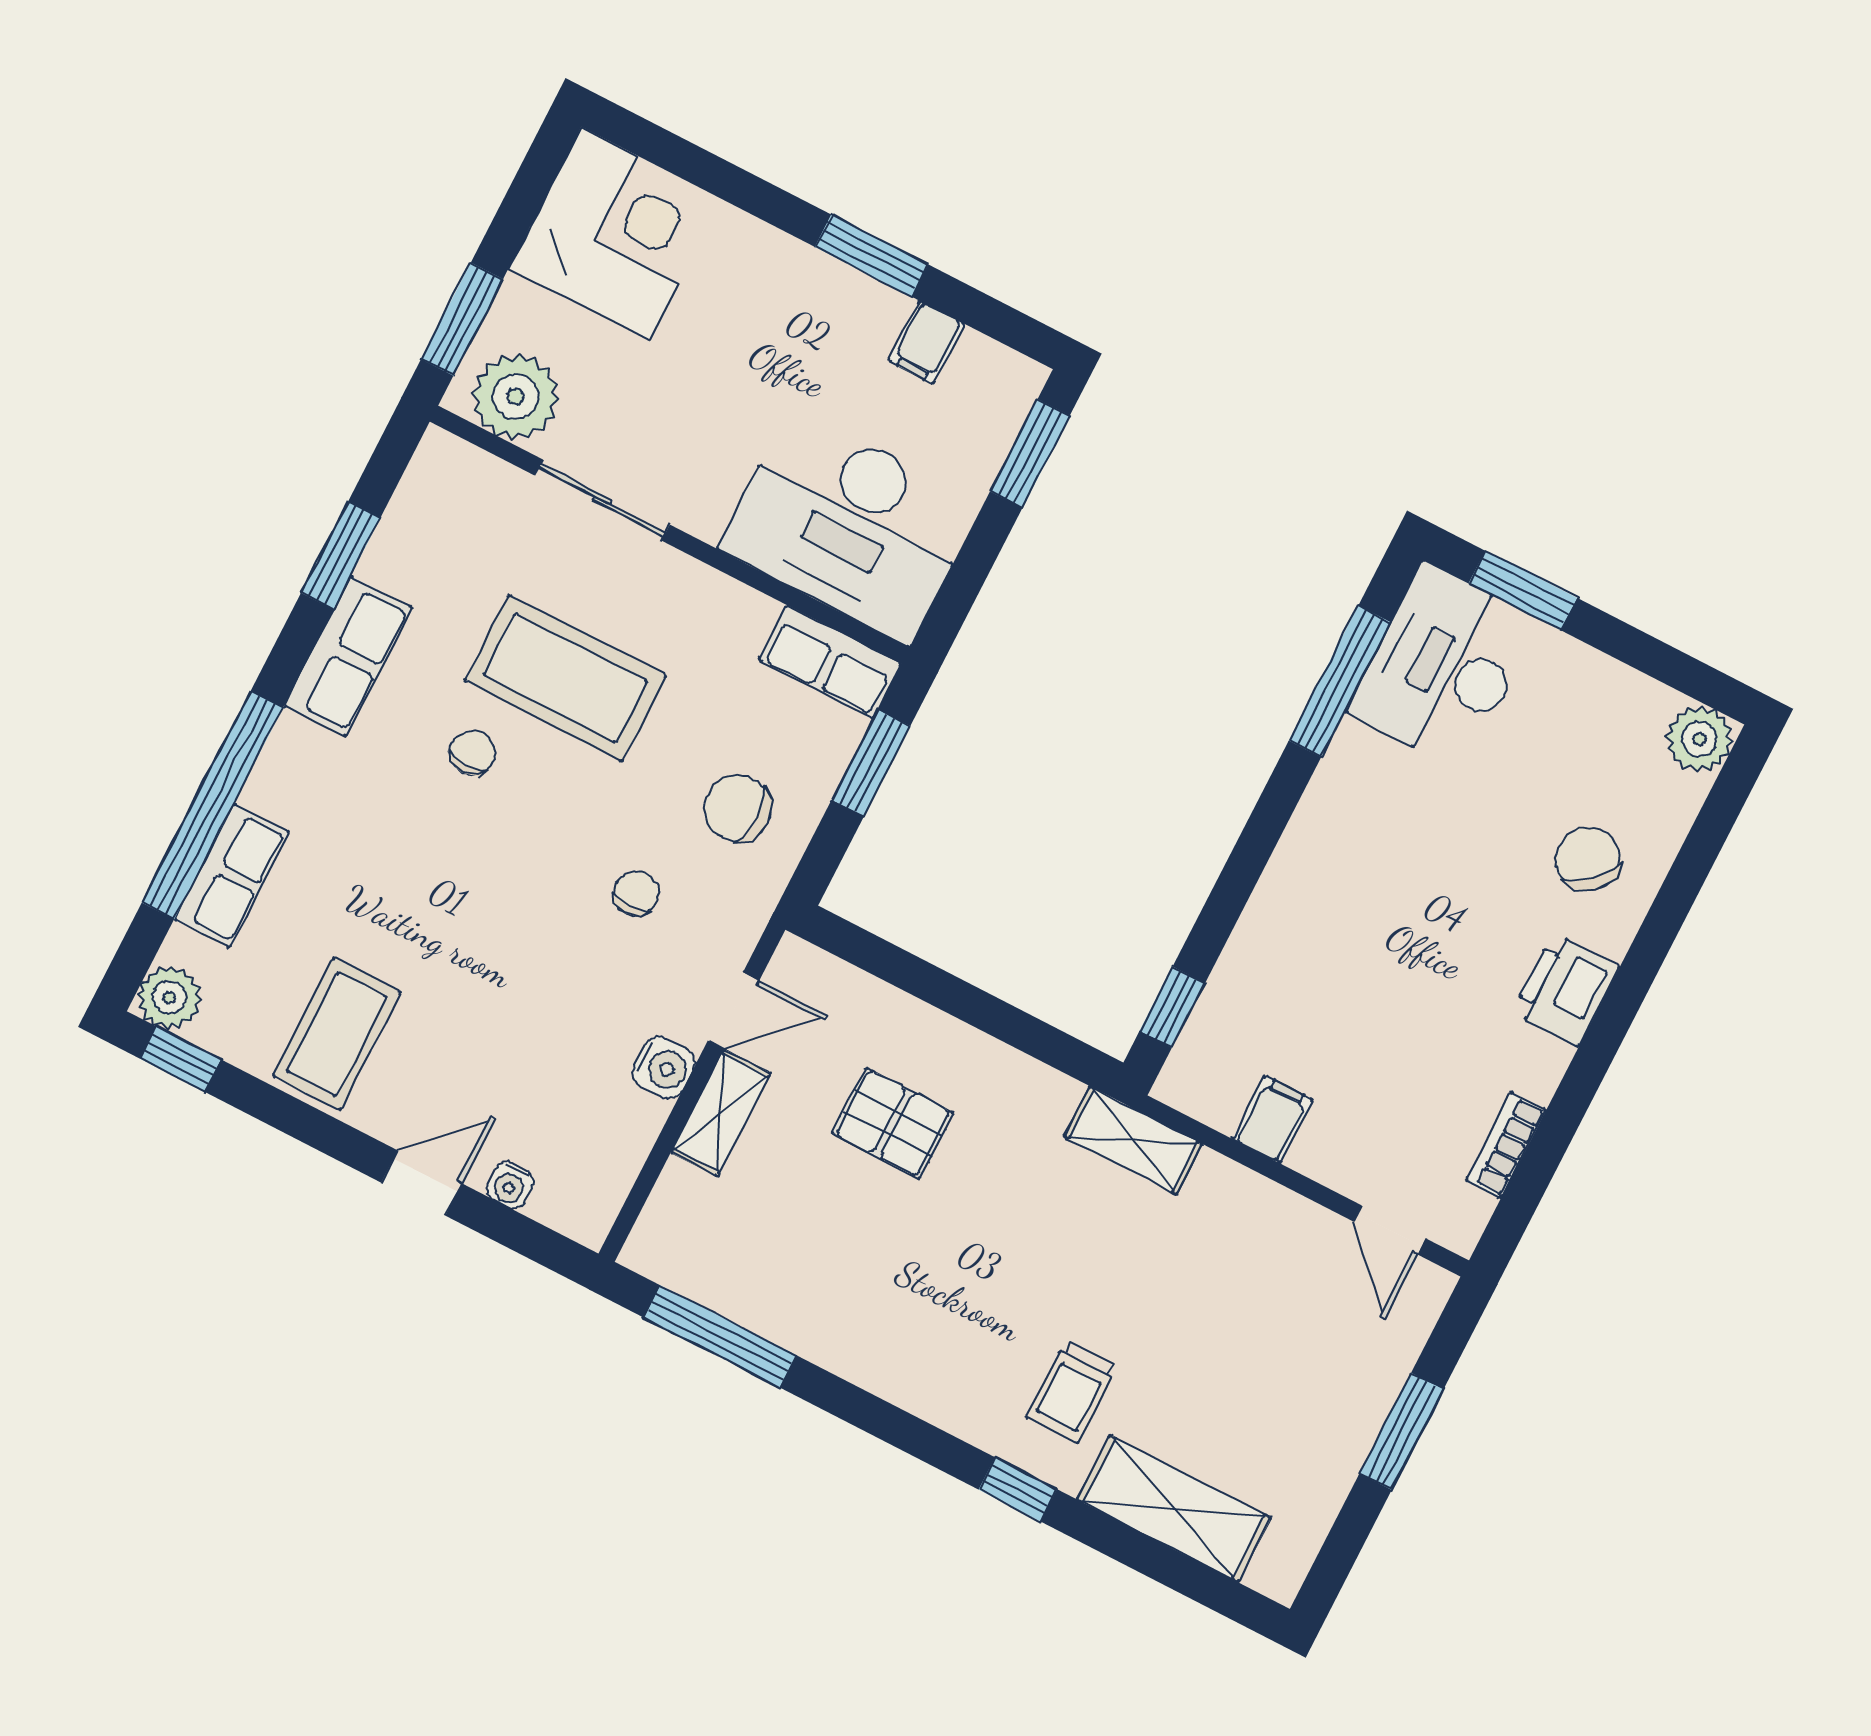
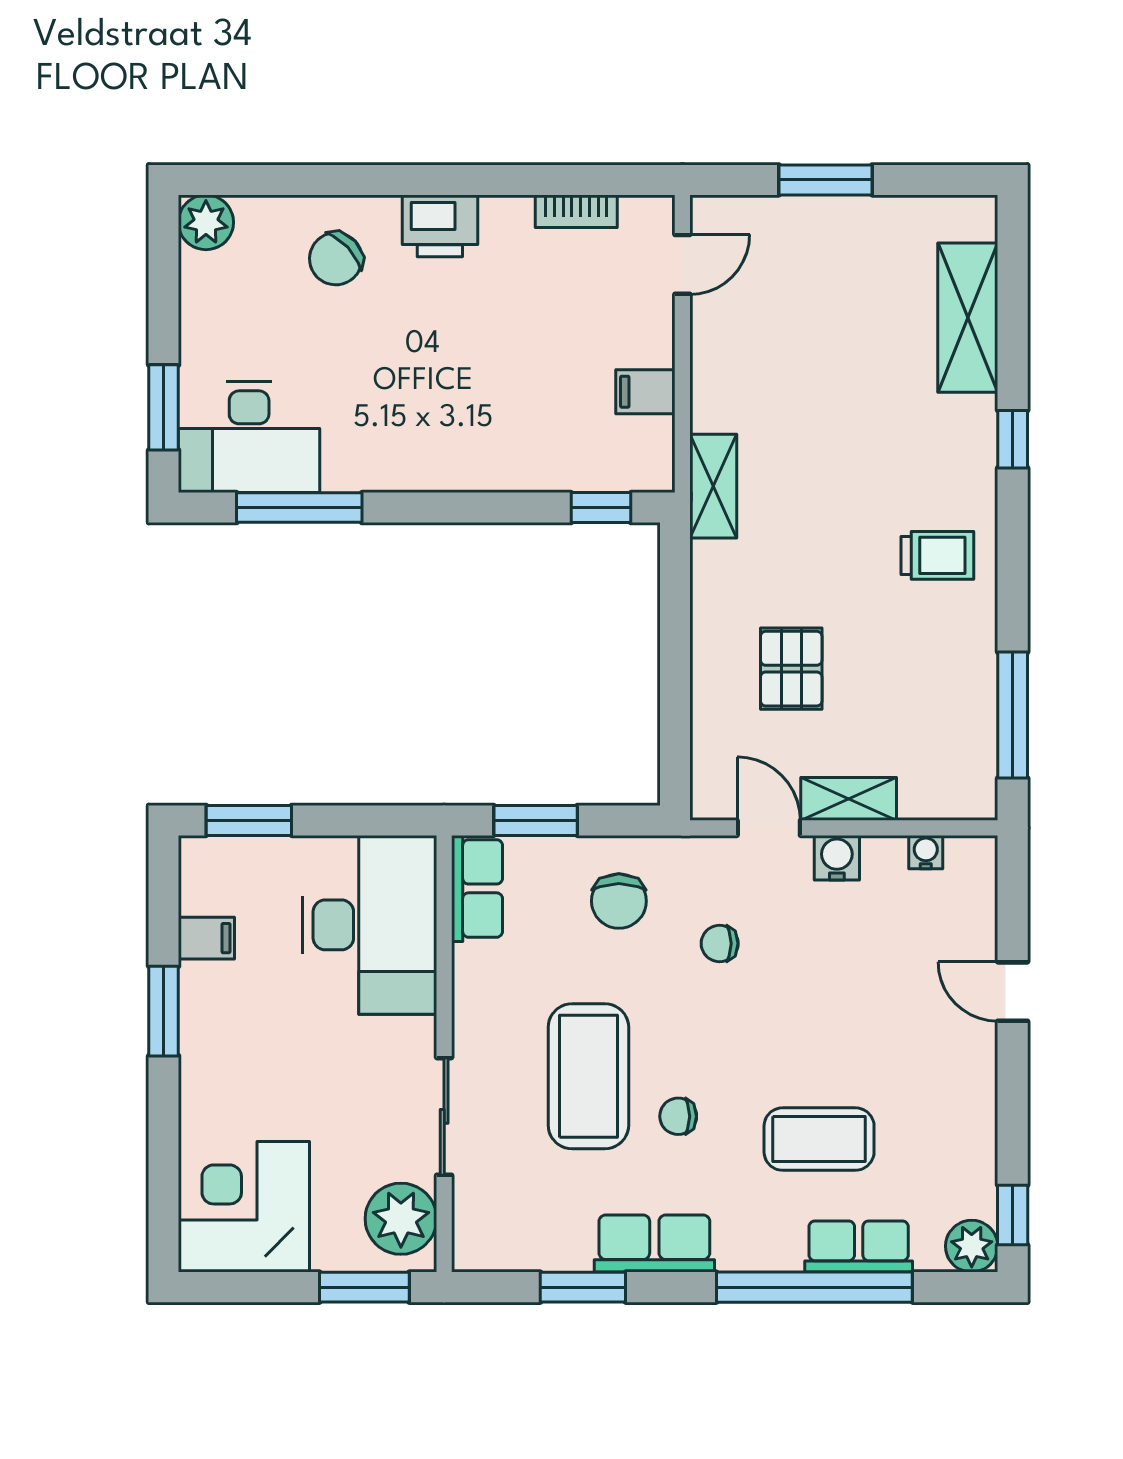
coffee table: (337, 1034) -> (819, 1139), moved
water cooler: (510, 1185) -> (926, 852), moved, turned -90
trolley: (1072, 1392) -> (937, 555), moved

